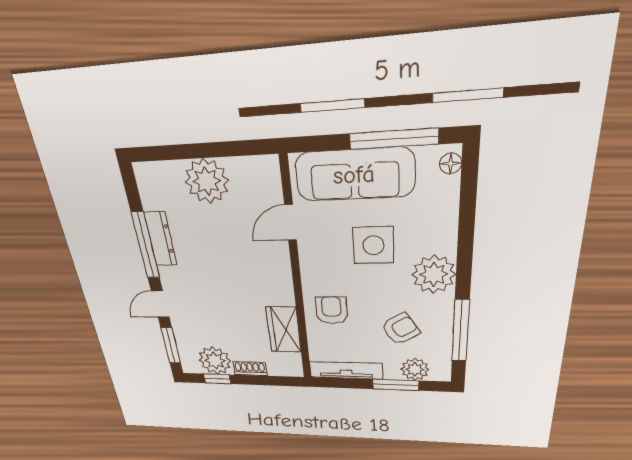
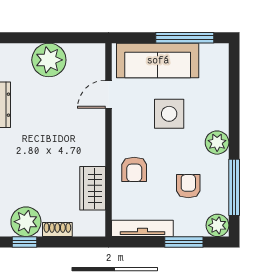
floor lamp: (451, 163) -> (222, 56), removed
plant: (434, 274) -> (217, 143), width x0.73, depth x0.73
armchair: (332, 310) -> (134, 169), turned 180
armchair: (400, 329) -> (188, 186), turned -57
plant: (415, 369) -> (217, 225), moved

